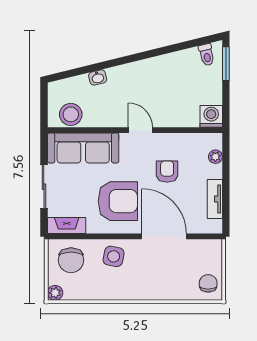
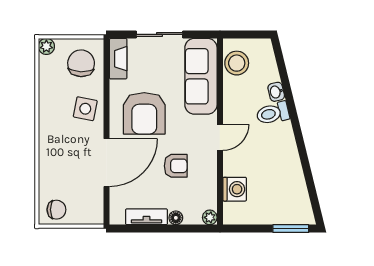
toilet: (207, 55) -> (273, 113), moved, width x1.37, depth x1.39
washing machine: (211, 116) -> (235, 189), moved
plant: (215, 157) -> (210, 217), moved
floor lamp: (216, 171) -> (176, 218), added
chair: (71, 260) -> (81, 63), turned 92

